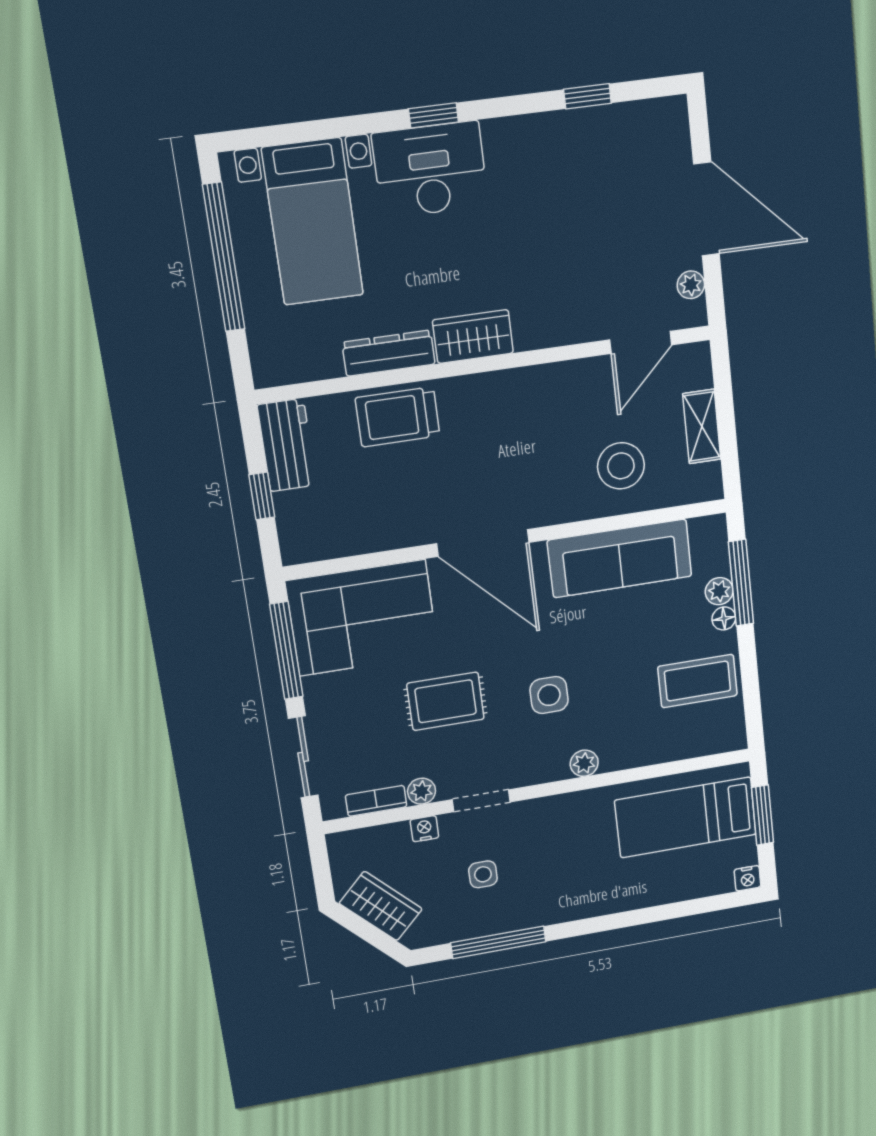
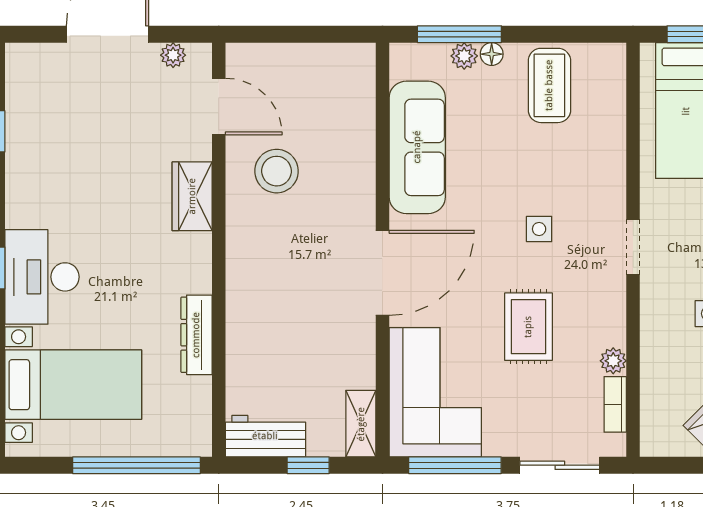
window: (224, 257) -> (136, 465), moved
wardrobe: (473, 336) -> (192, 196), moved
trolley: (398, 417) -> (254, 335), removed
shelving: (702, 426) -> (361, 424), moved, turned 90
stool: (621, 466) -> (277, 171), moved
side table: (549, 695) -> (539, 229), width x0.73, depth x0.73
plant: (584, 763) -> (613, 203), removed
doorway: (481, 801) -> (633, 247), moved
nightstand: (424, 829) -> (651, 363), removed

